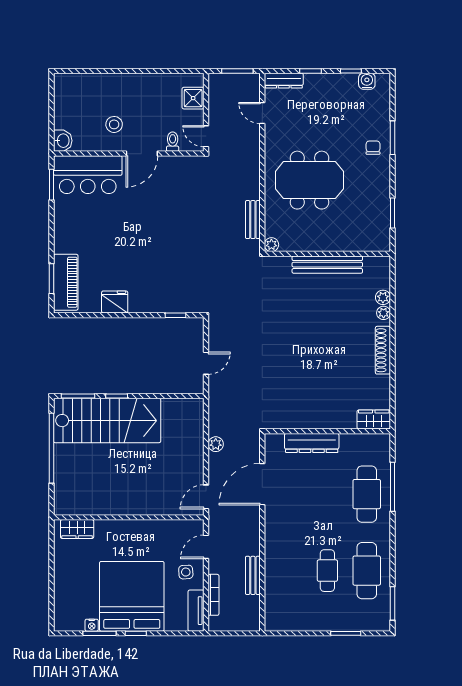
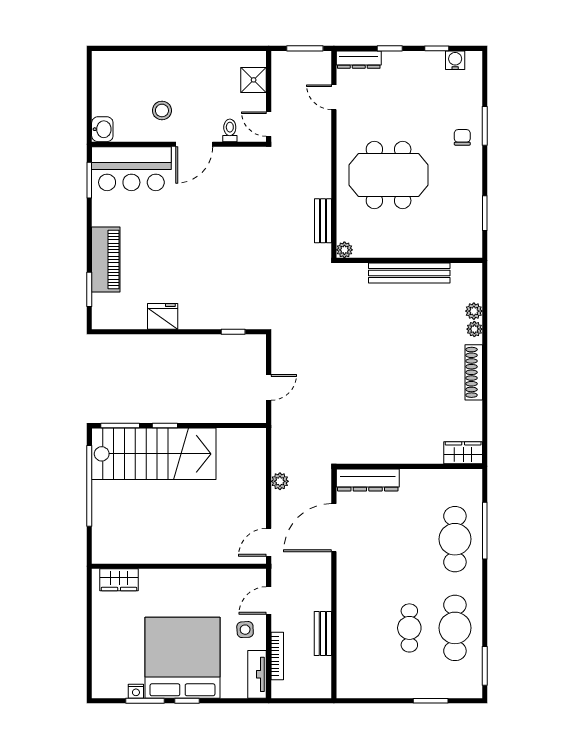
piano: (66, 282) -> (106, 259), moved
dresser: (312, 443) -> (368, 480), moved

